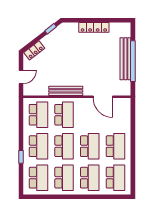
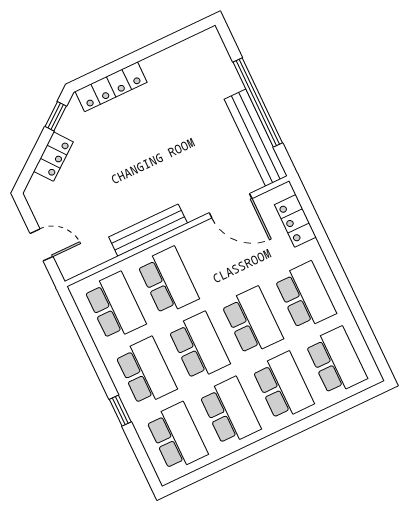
locker: (94, 27) -> (111, 87), moved
locker: (34, 50) -> (53, 157), moved
bench: (125, 59) -> (256, 138), moved
door: (21, 77) -> (42, 245), hinge flipped
locker: (125, 115) -> (295, 221), added

